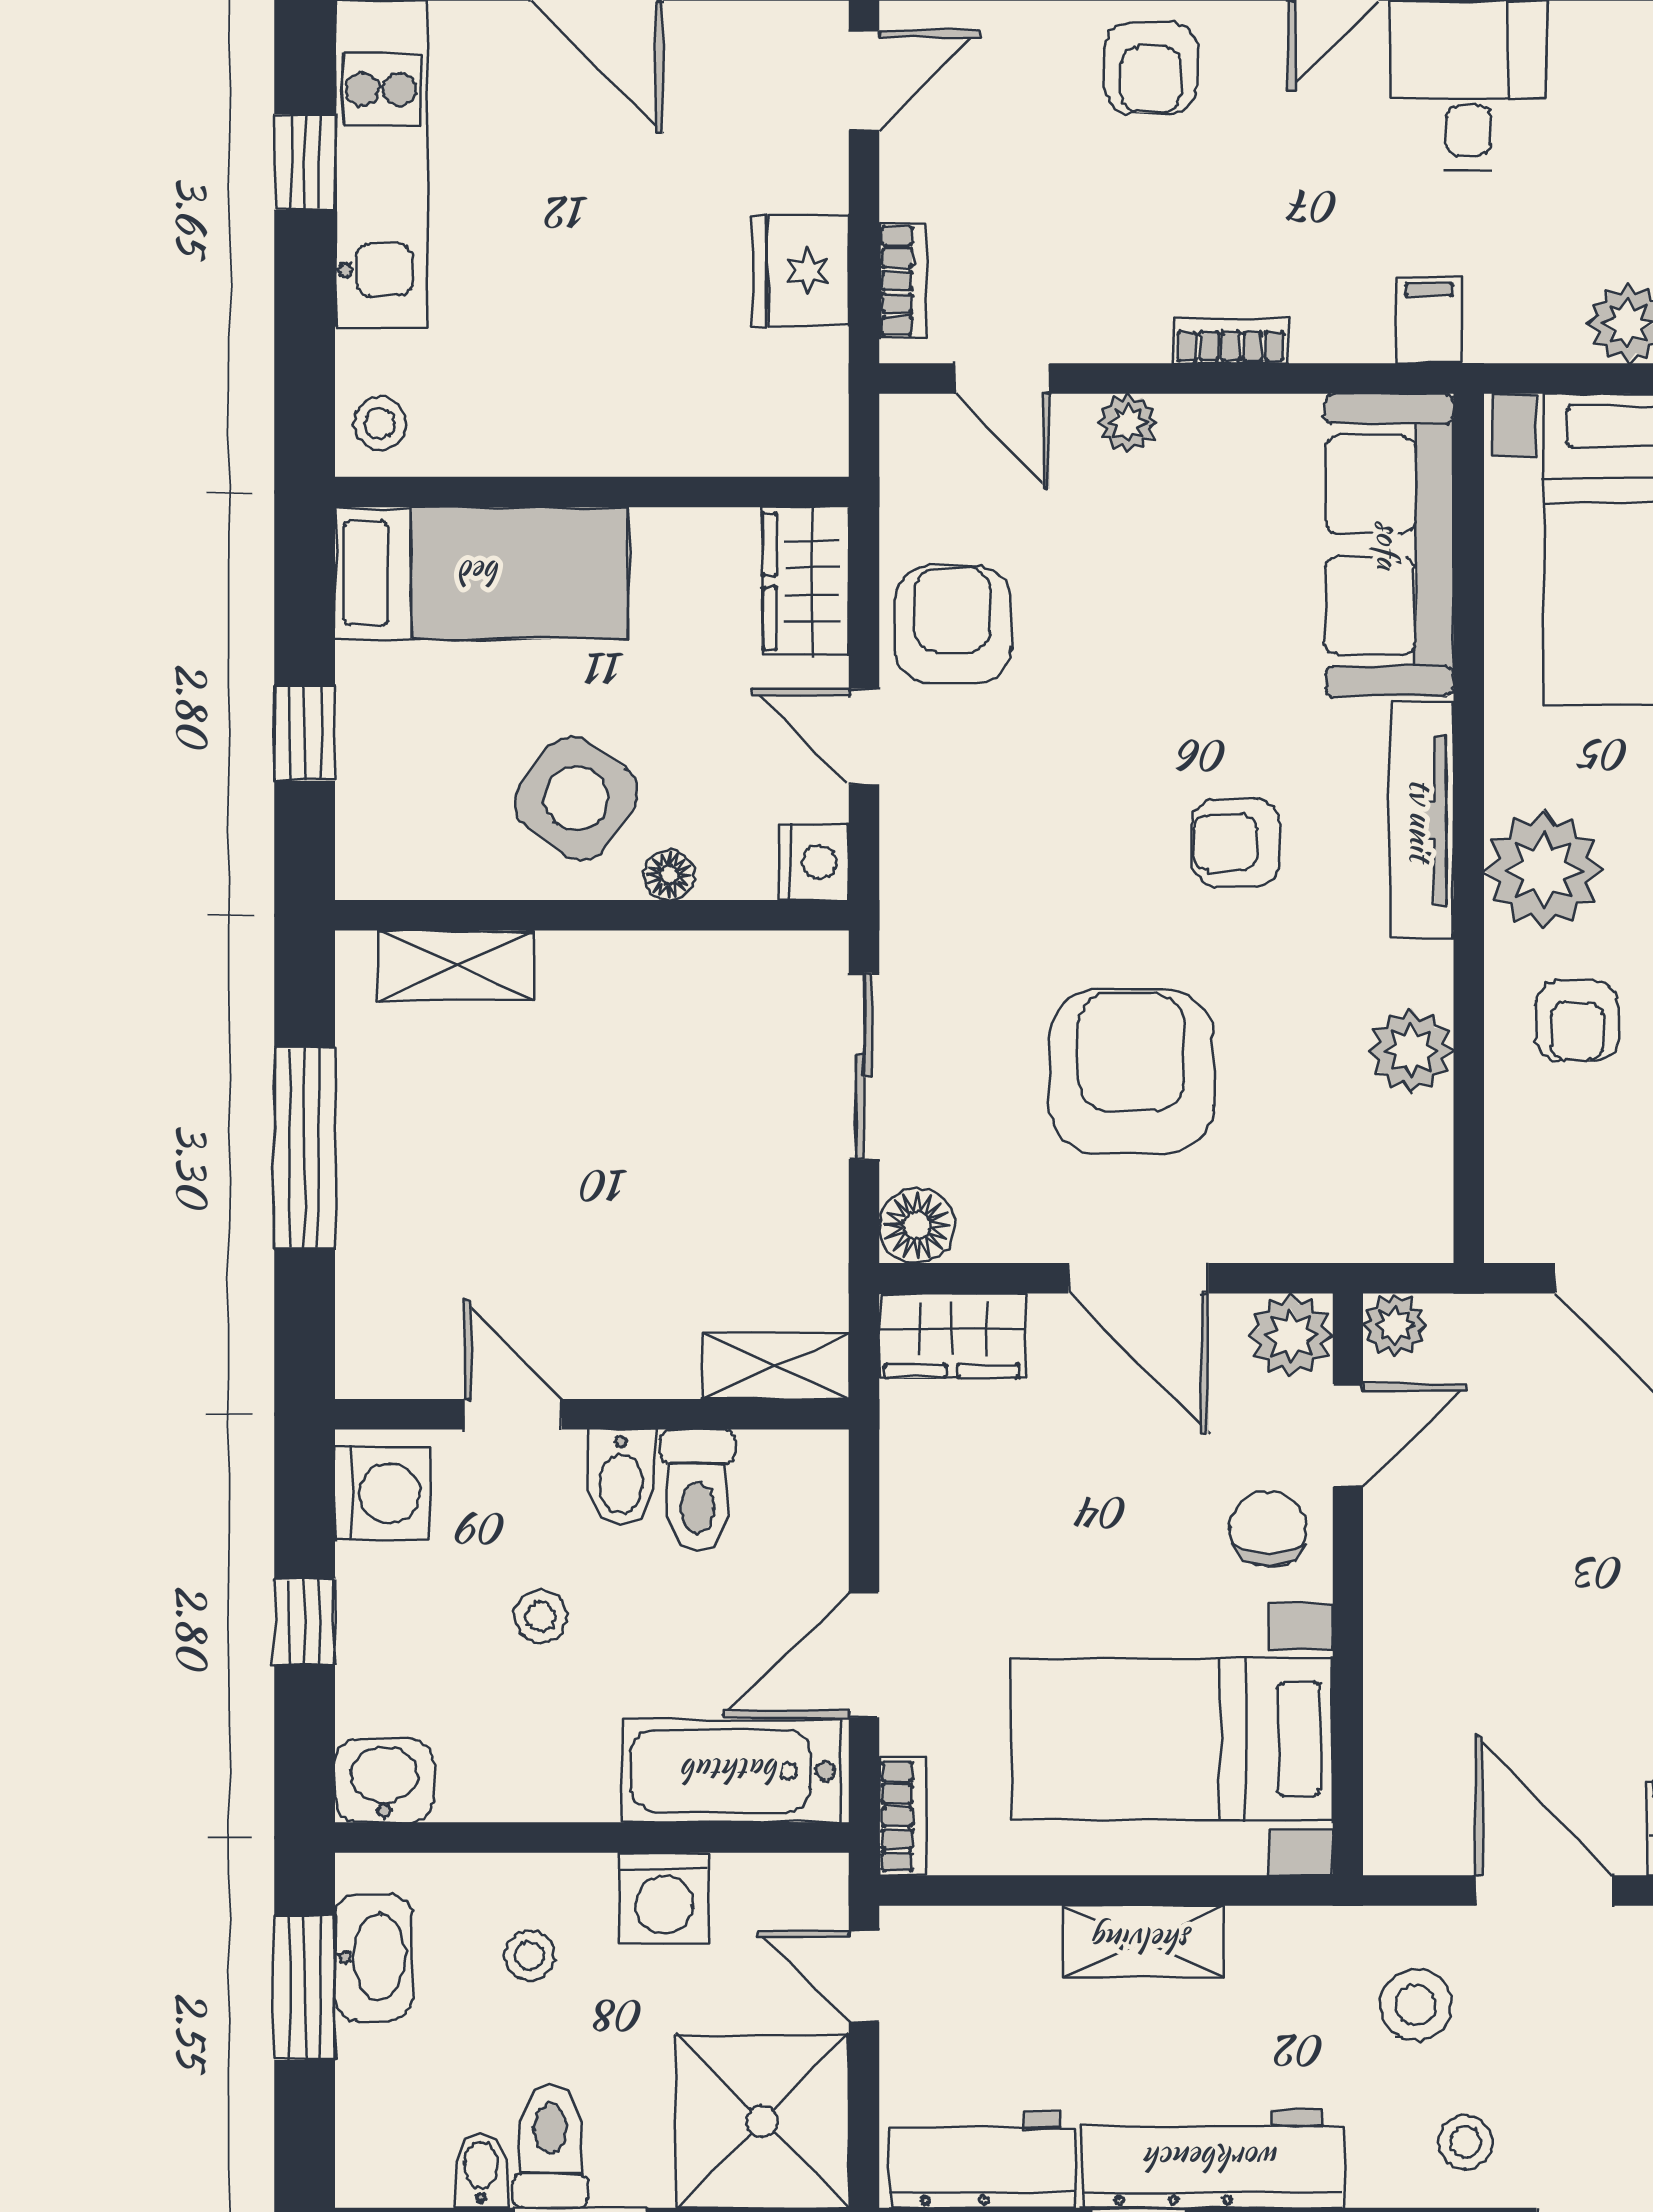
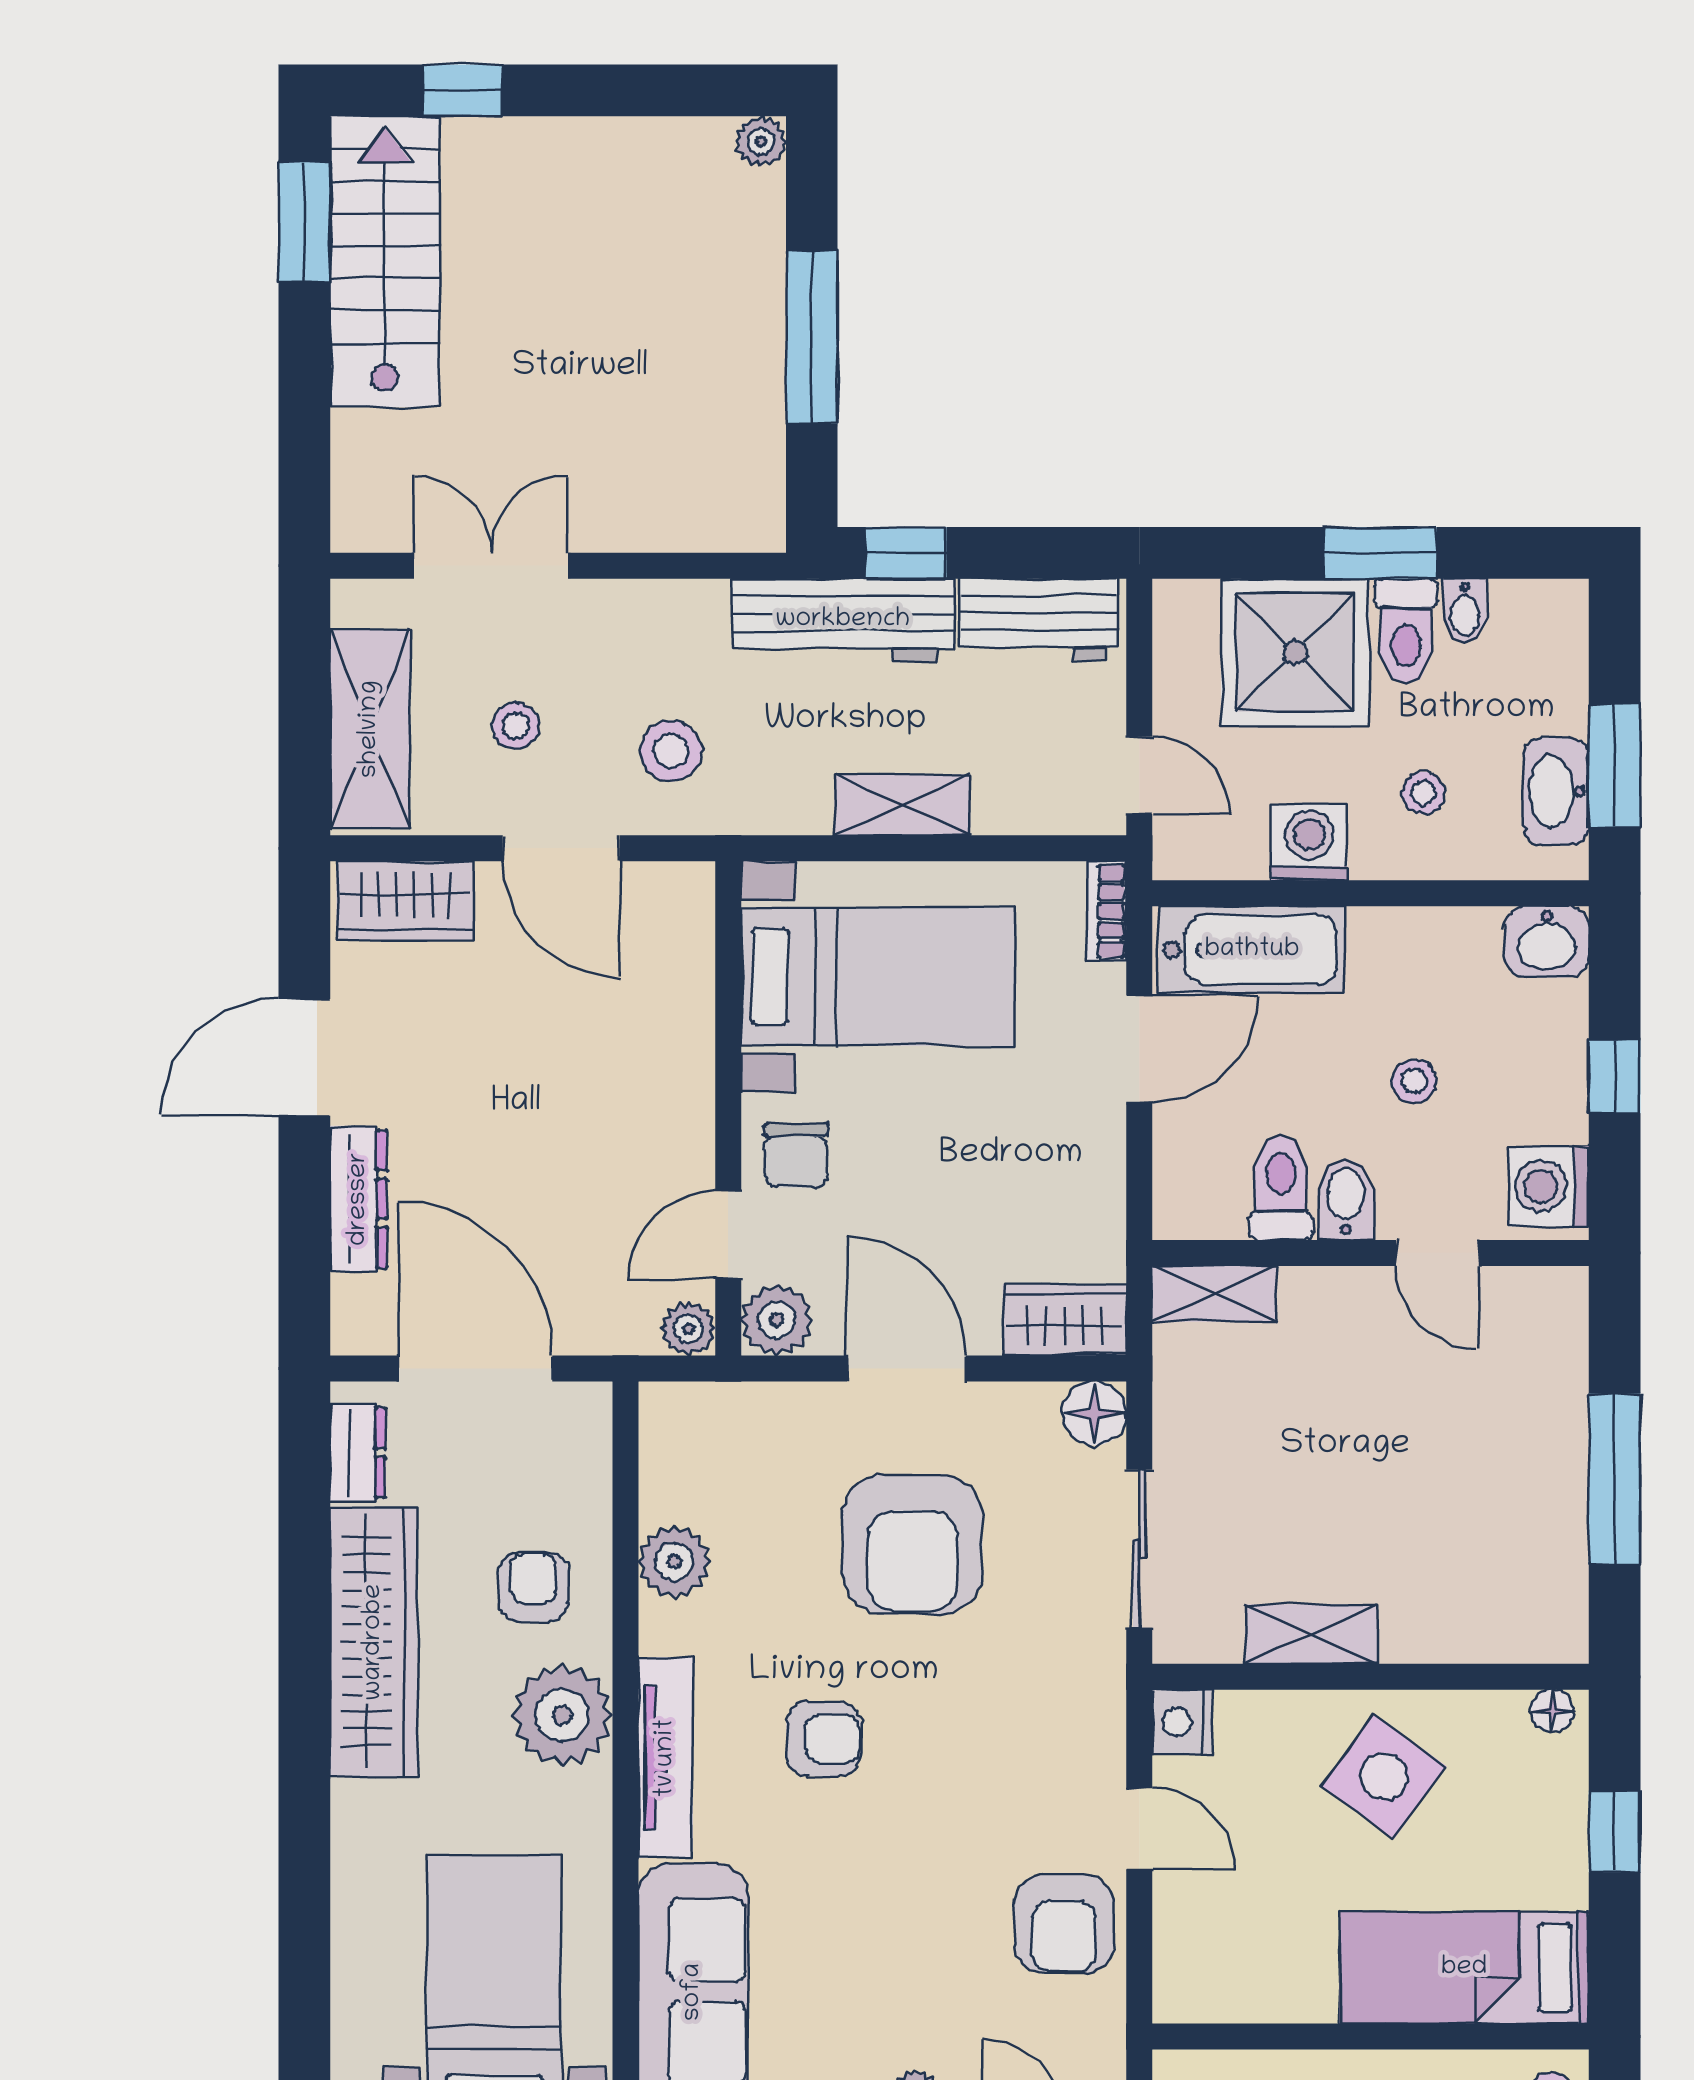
wardrobe: (806, 581) -> (1189, 1961), removed
floor lamp: (669, 875) -> (1552, 1711), moved
shelving: (456, 965) -> (1311, 1634), moved
shower: (762, 2121) -> (1295, 652), moved
stool: (1466, 2142) -> (516, 726), moved

